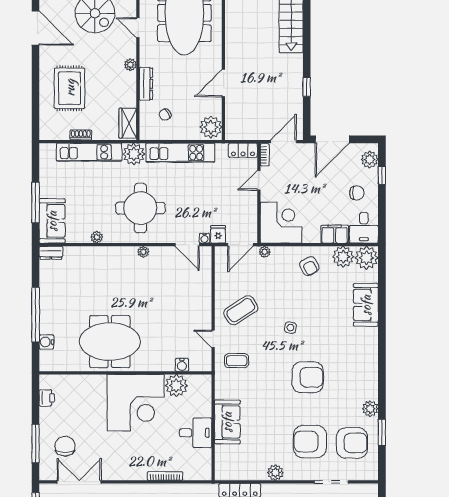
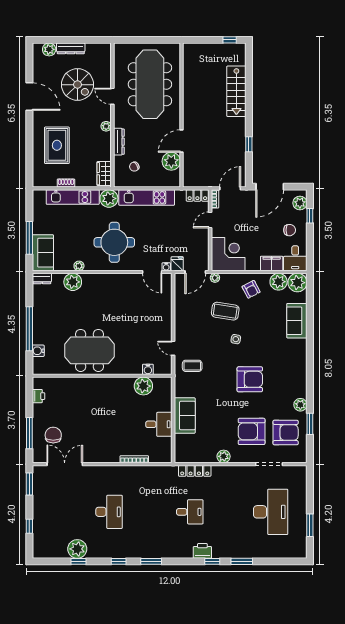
plant: (211, 127) -> (171, 161), moved
plant: (143, 252) -> (73, 282), moved, width x1.88, depth x1.88
coffee table: (241, 310) -> (225, 311), moved, turned 42
corner desk: (136, 403) -> (110, 400), removed

